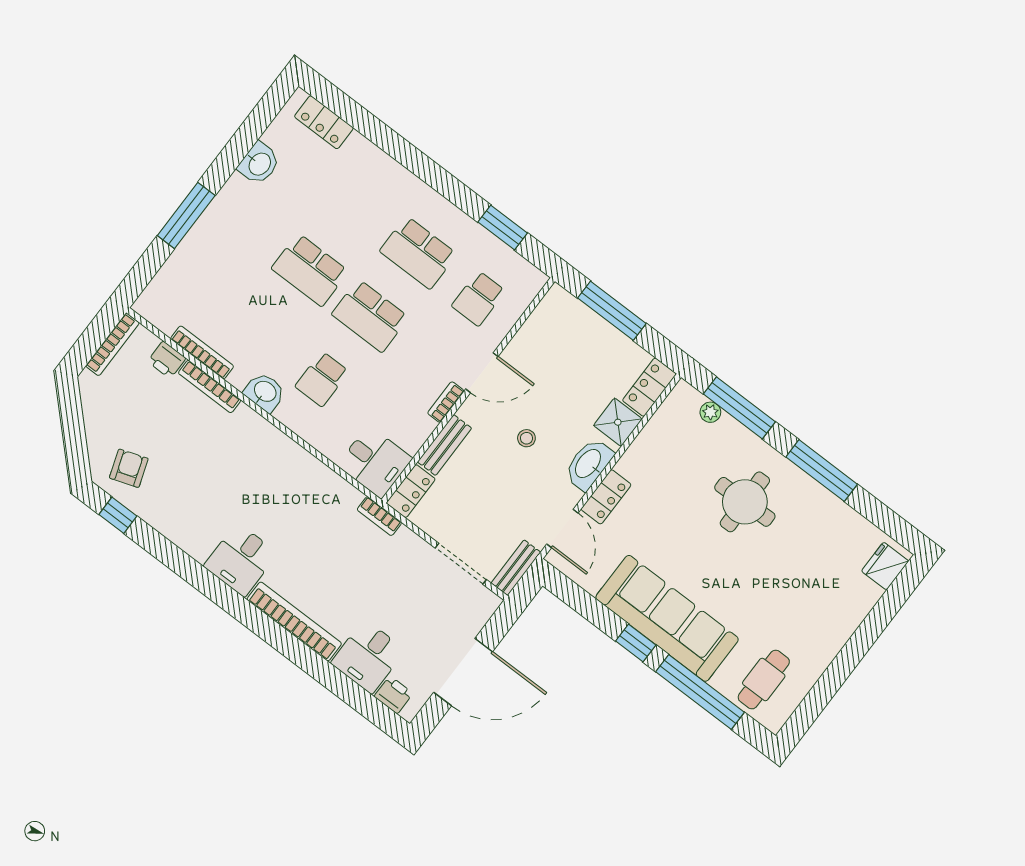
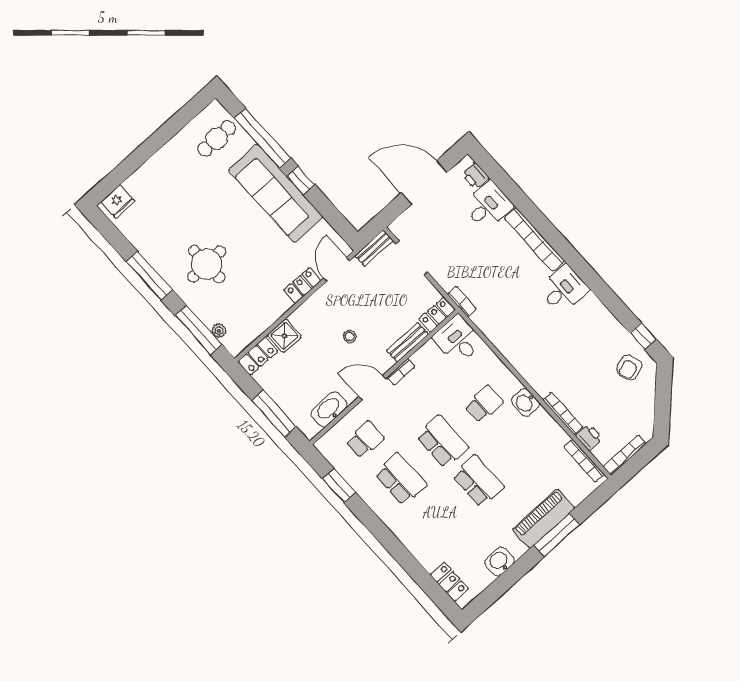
piano: (209, 235) -> (544, 519), added
bookcase: (202, 352) -> (584, 461), moved
washbasin: (589, 464) -> (329, 409), moved, turned 180

